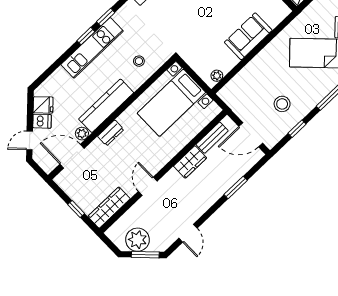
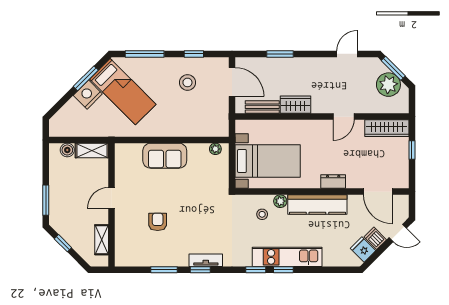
plant: (82, 134) -> (280, 201), moved

